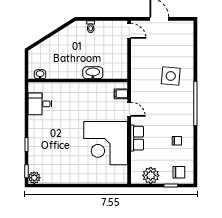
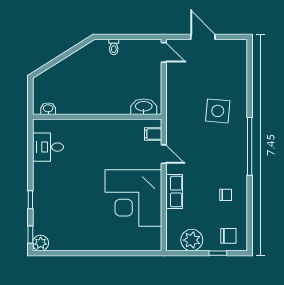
washbasin: (93, 73) -> (144, 107), moved

